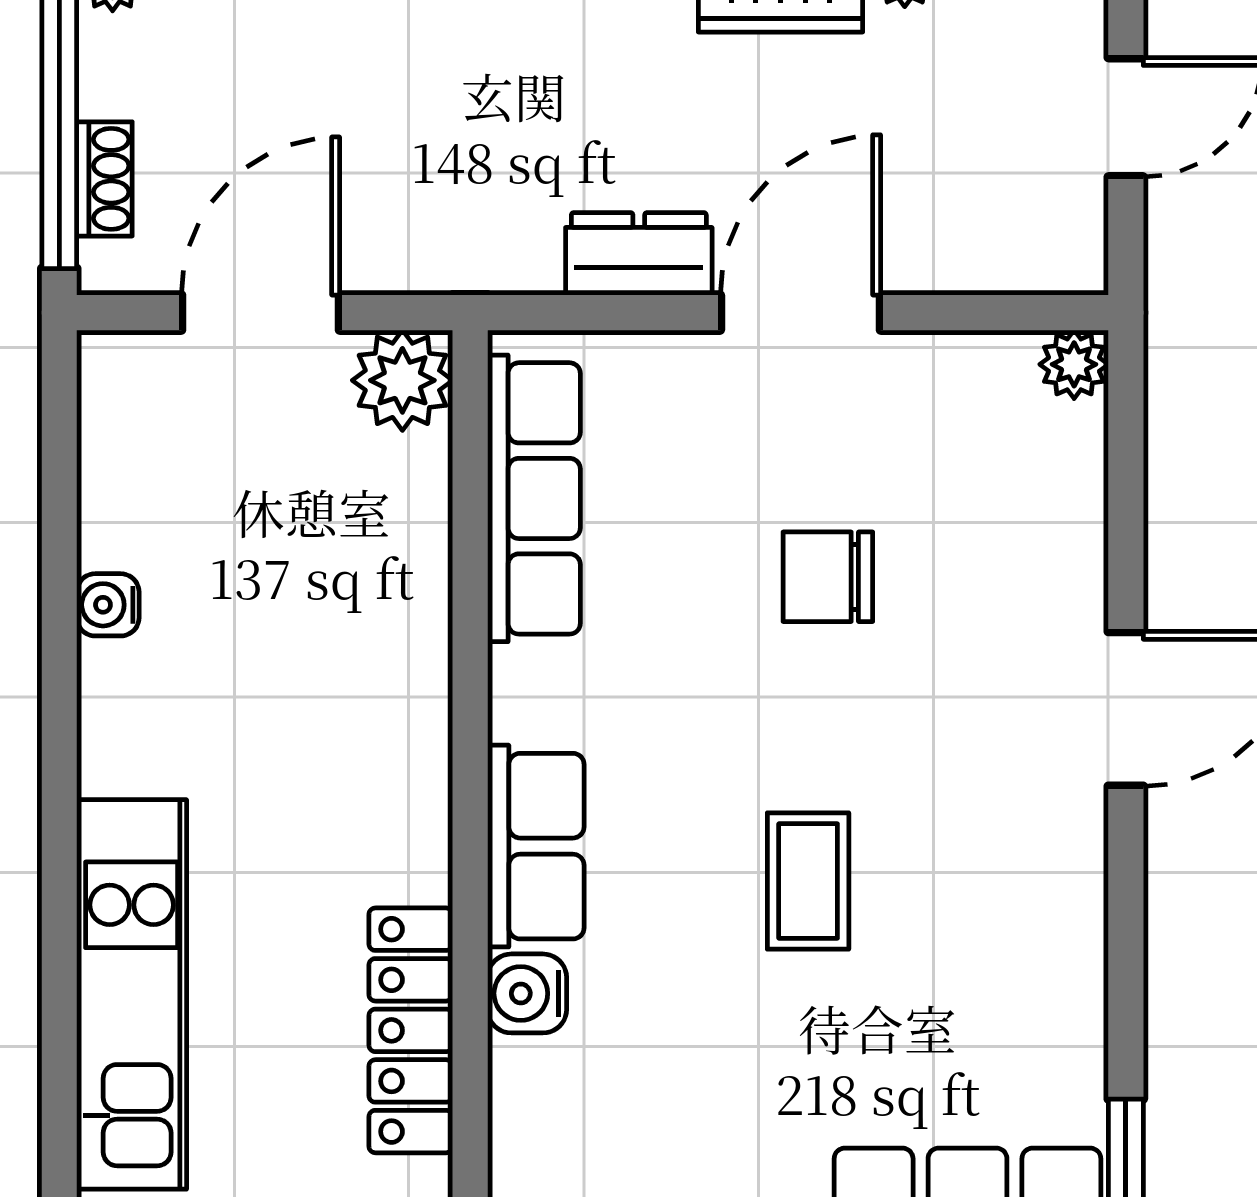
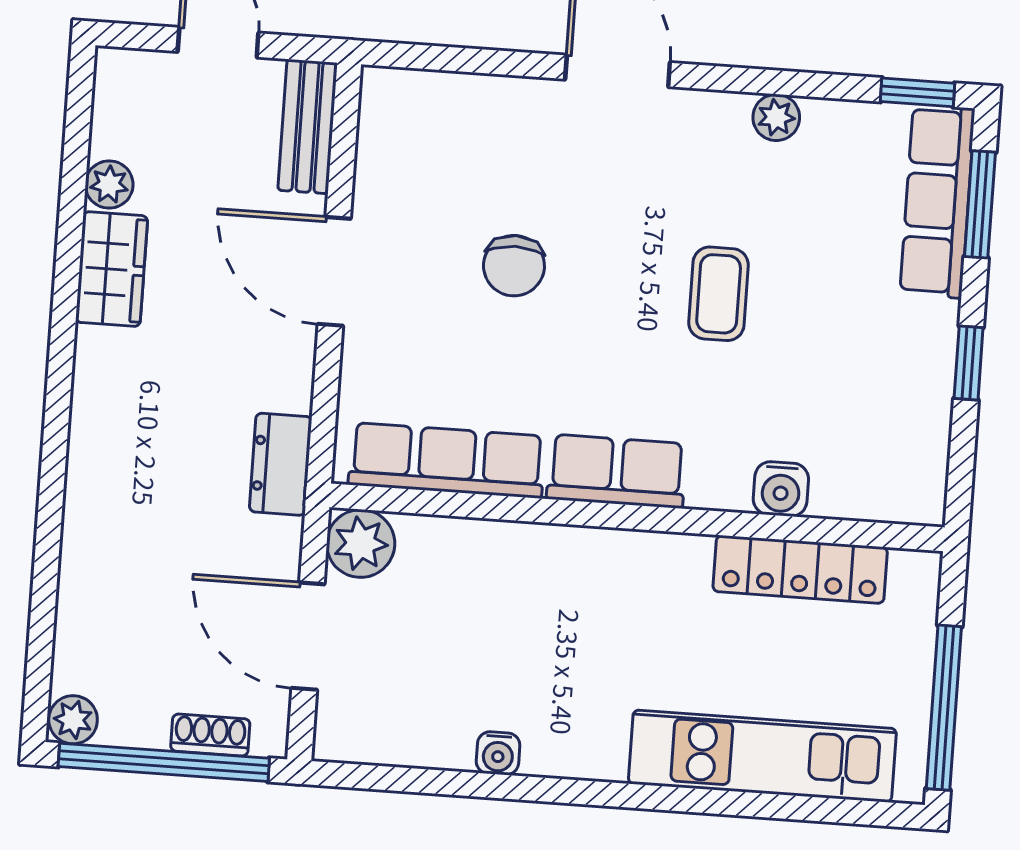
dresser: (639, 254) -> (281, 464), moved
bench: (1011, 258) -> (308, 127), added
plant: (1074, 364) -> (776, 117), moved
row of seats: (536, 846) -> (617, 471), moved
coffee table: (808, 881) -> (719, 294), turned 90

